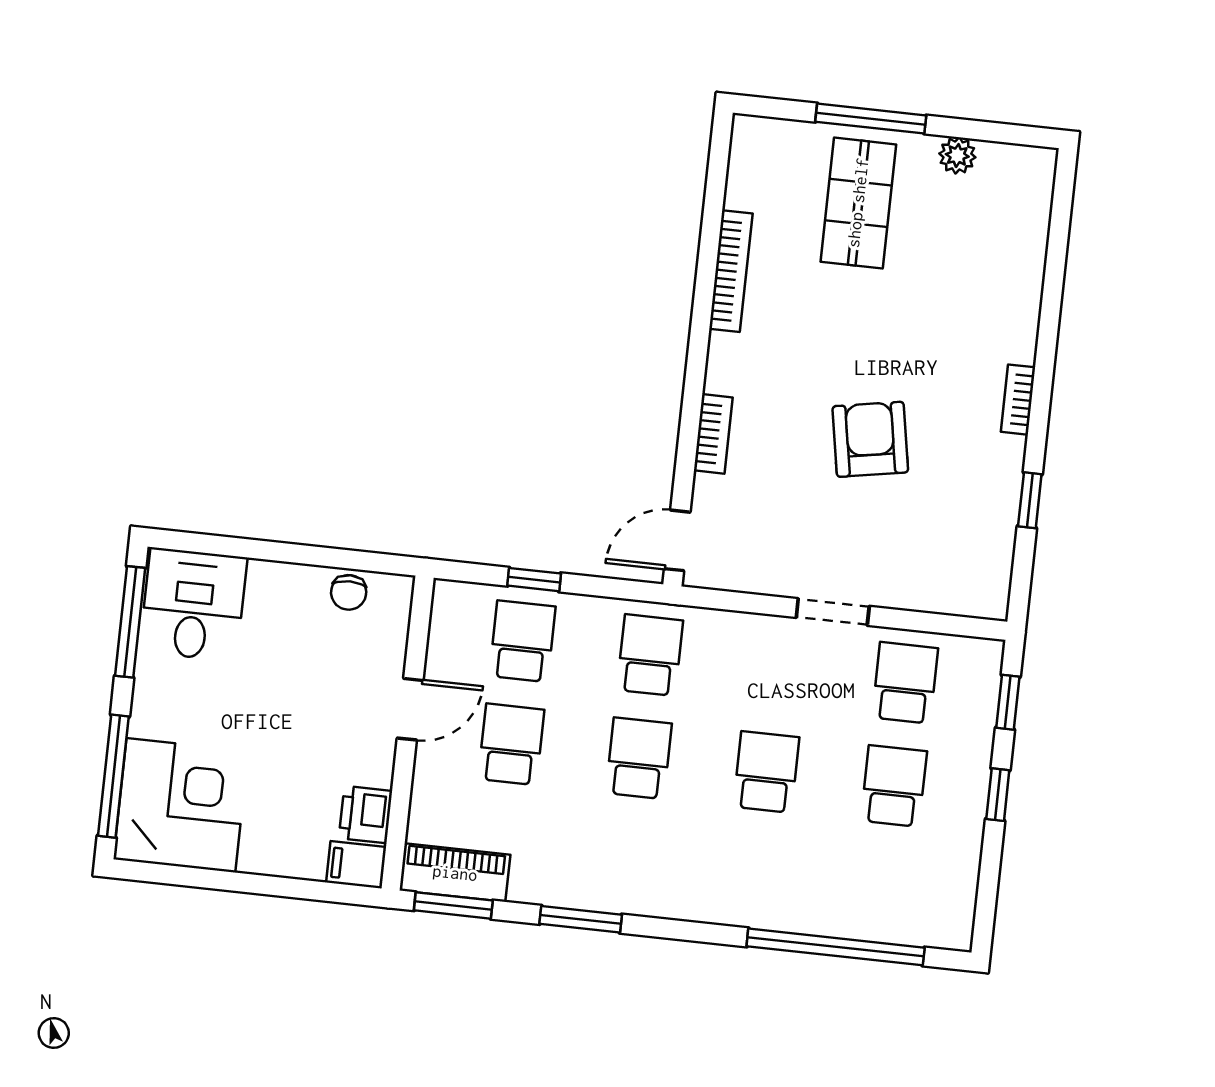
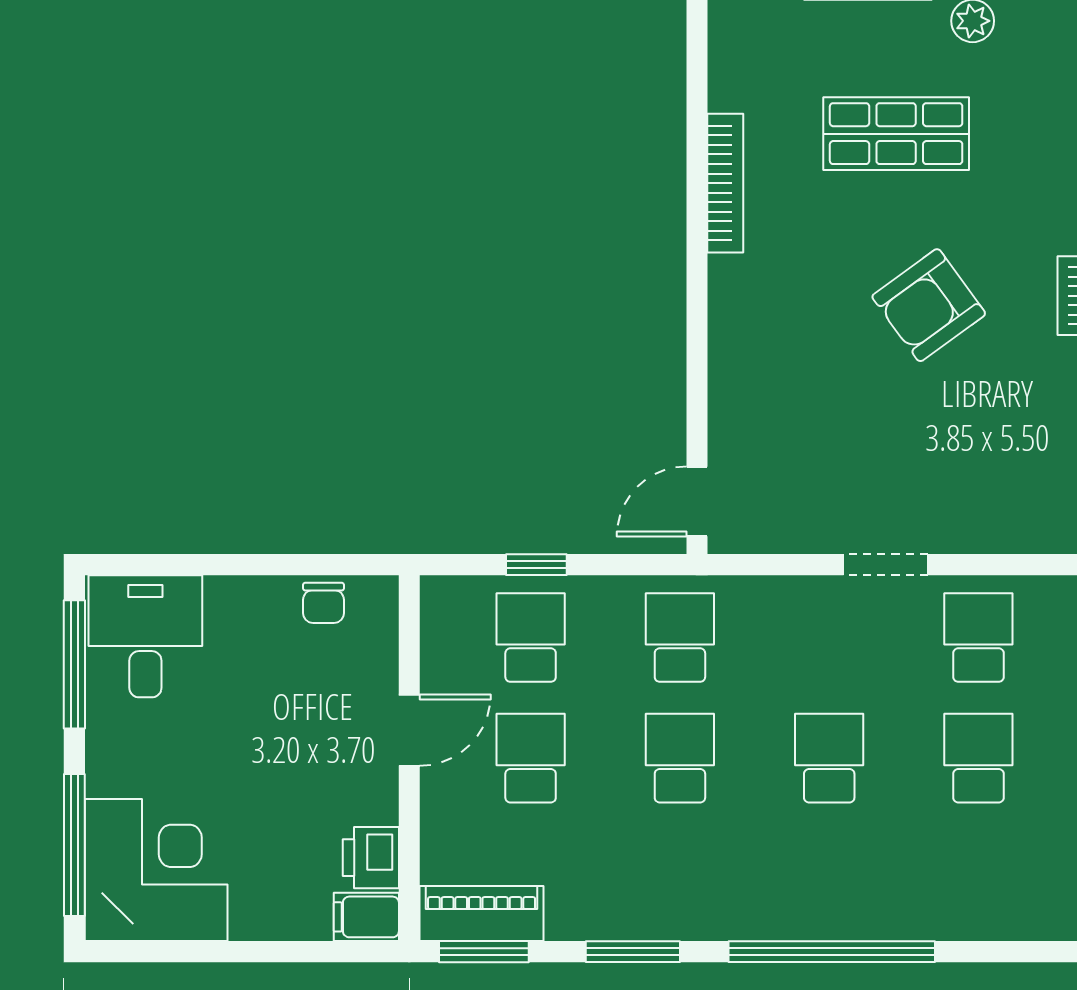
shop shelf: (858, 203) -> (896, 134), moved, turned 90
bookcase: (713, 434) -> (725, 374), removed
armchair: (870, 439) -> (929, 305), moved, turned -116
window: (836, 947) -> (832, 952), moved

